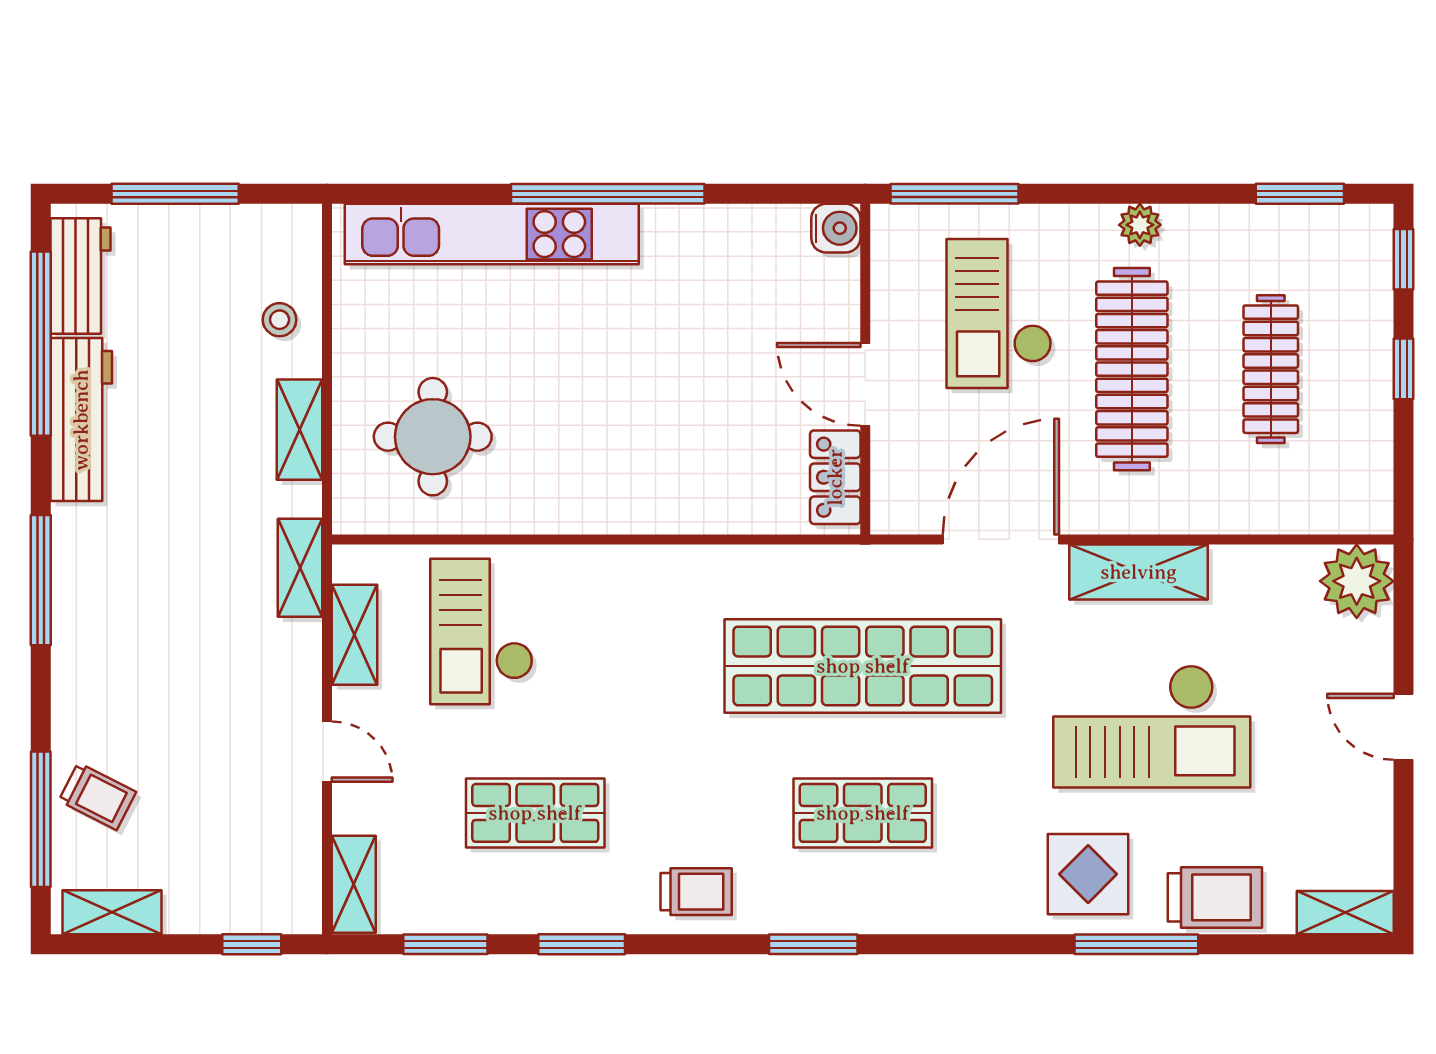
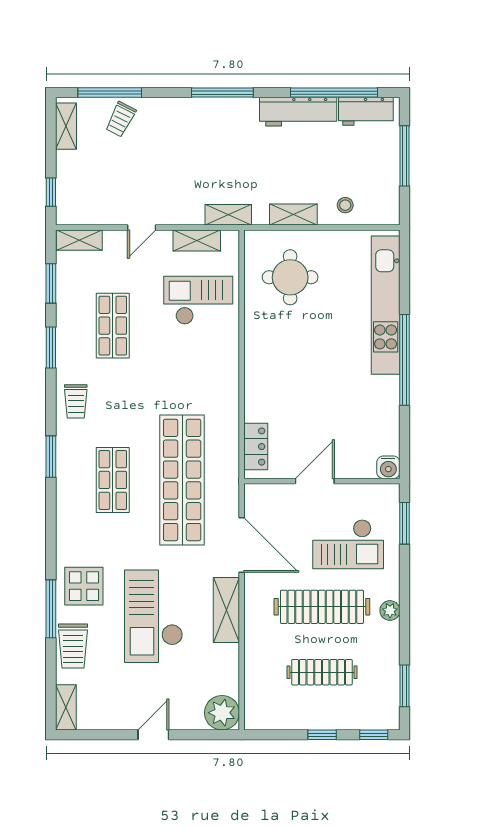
window: (955, 194) -> (405, 523), width x0.69
checkout: (999, 314) -> (348, 544), turned 180
locker: (835, 477) -> (256, 447), moved, turned 90

